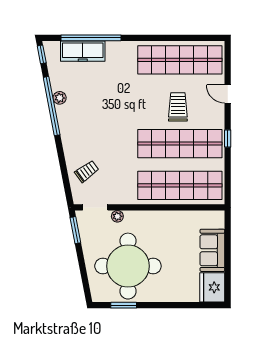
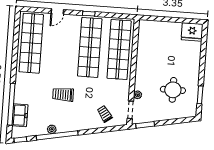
freezer: (83, 51) -> (20, 115), width x0.71
trolley: (178, 107) -> (63, 95), moved
sofa: (212, 250) -> (166, 30), removed
round table: (128, 266) -> (173, 90), width x0.54, depth x0.54

